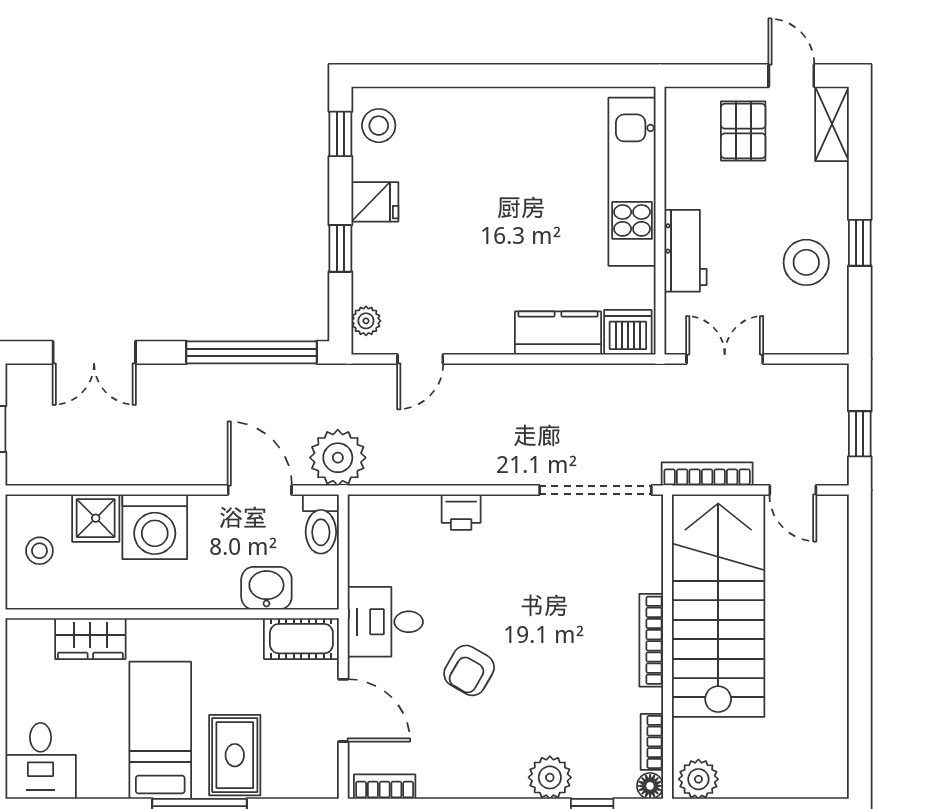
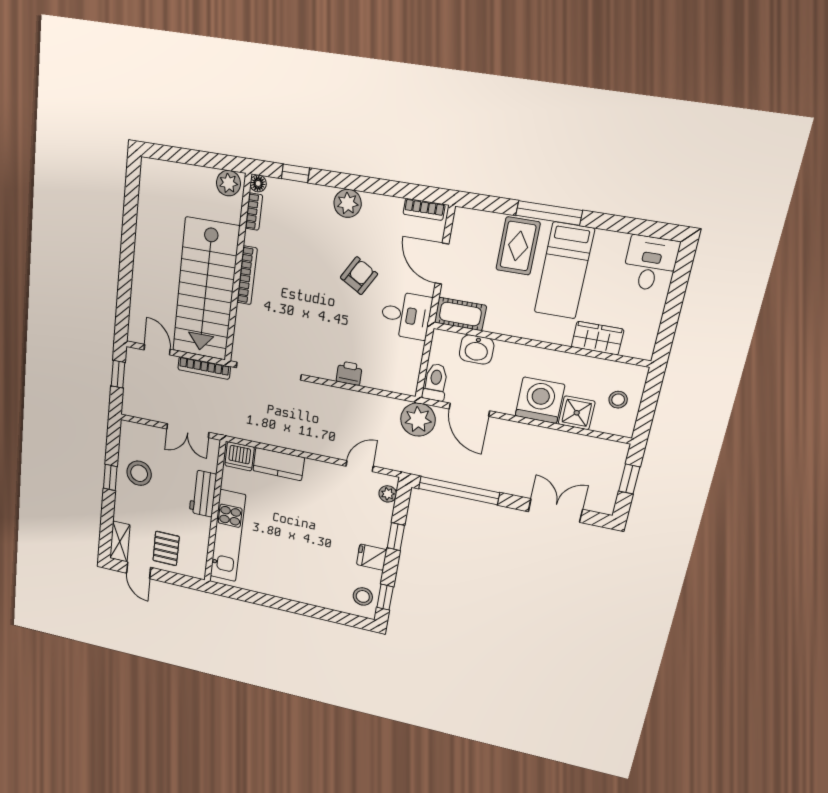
plant: (550, 777) -> (348, 203), moved

